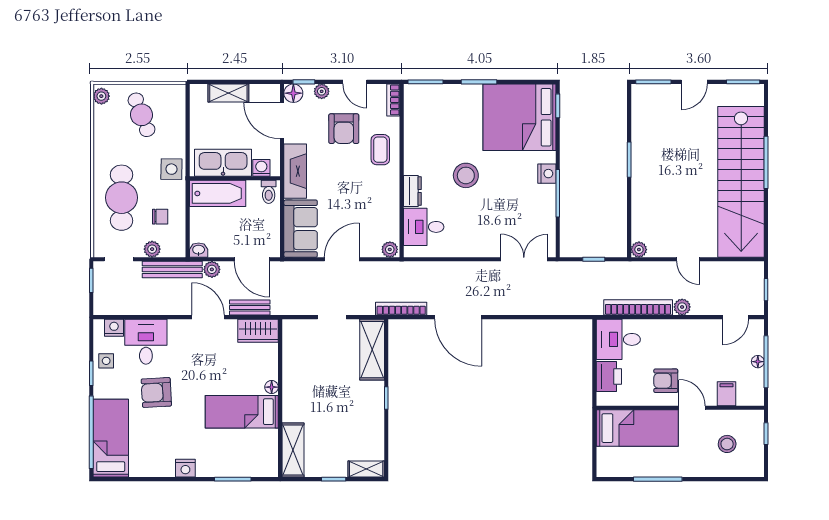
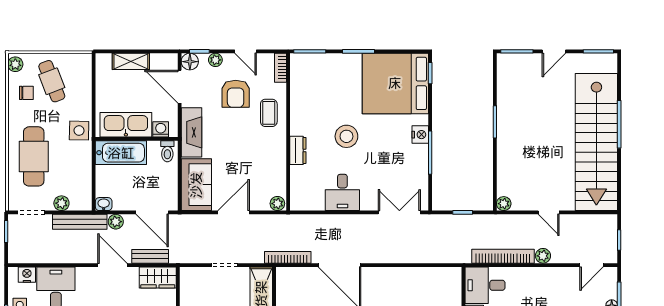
chair: (160, 217) -> (26, 93), moved
desk: (424, 227) -> (342, 192), moved, turned -90

